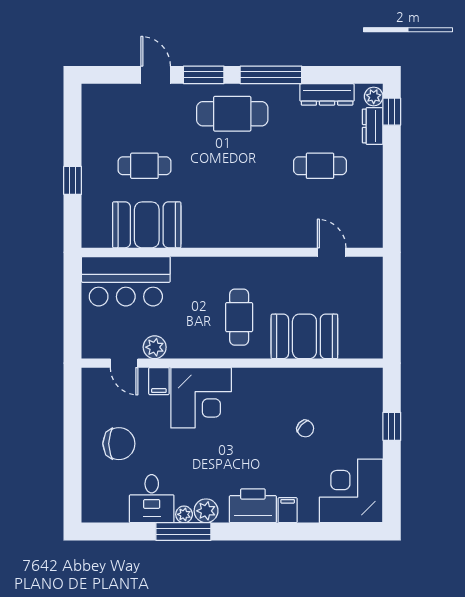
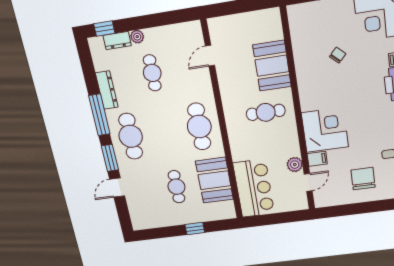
dresser: (327, 94) -> (107, 90), moved
plant: (374, 96) -> (137, 37), moved
cafe table: (232, 218) -> (199, 127), added

